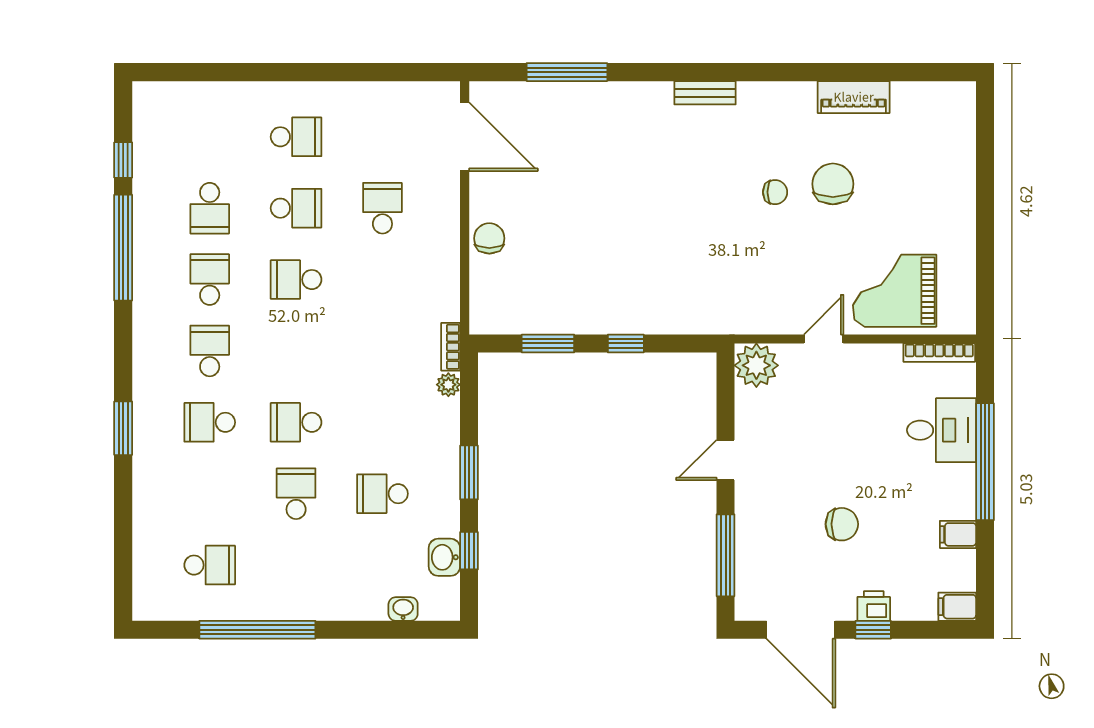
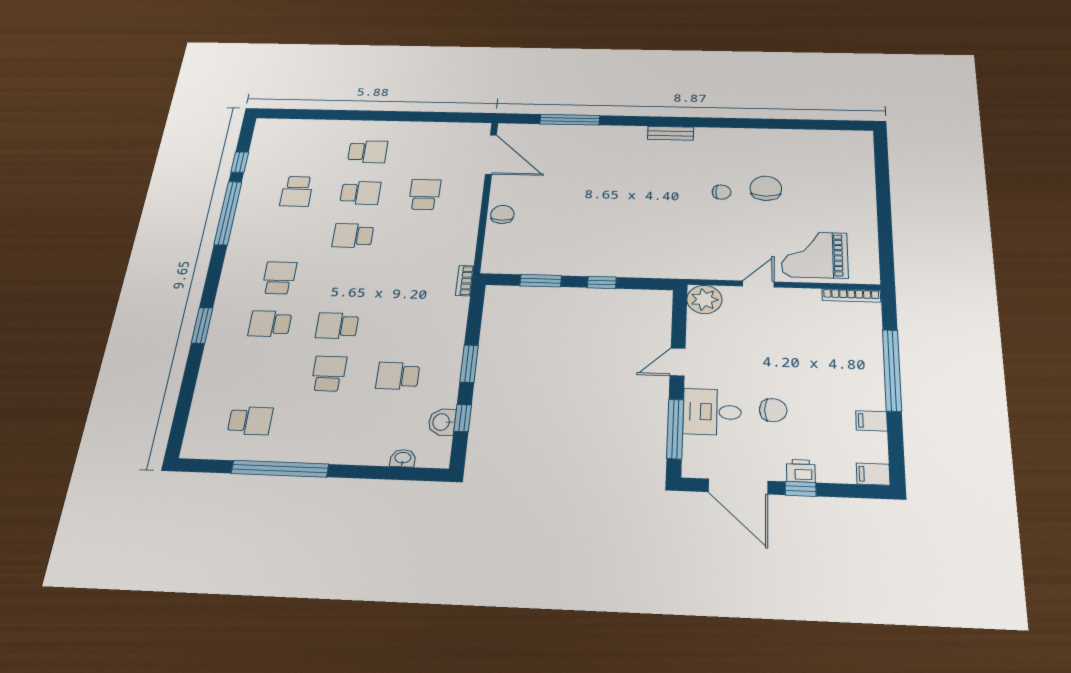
piano: (854, 97) -> (781, 138), removed
school desk: (210, 280) -> (288, 234), removed
plant: (448, 385) -> (460, 305), removed
desk: (942, 430) -> (712, 412), moved, turned 180

